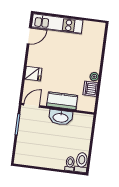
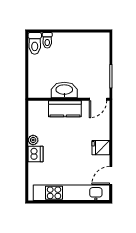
kitchen unit: (57, 24) -> (71, 193), width x1.36
fridge: (33, 74) -> (101, 148), moved
dishwasher: (90, 89) -> (35, 154), moved

